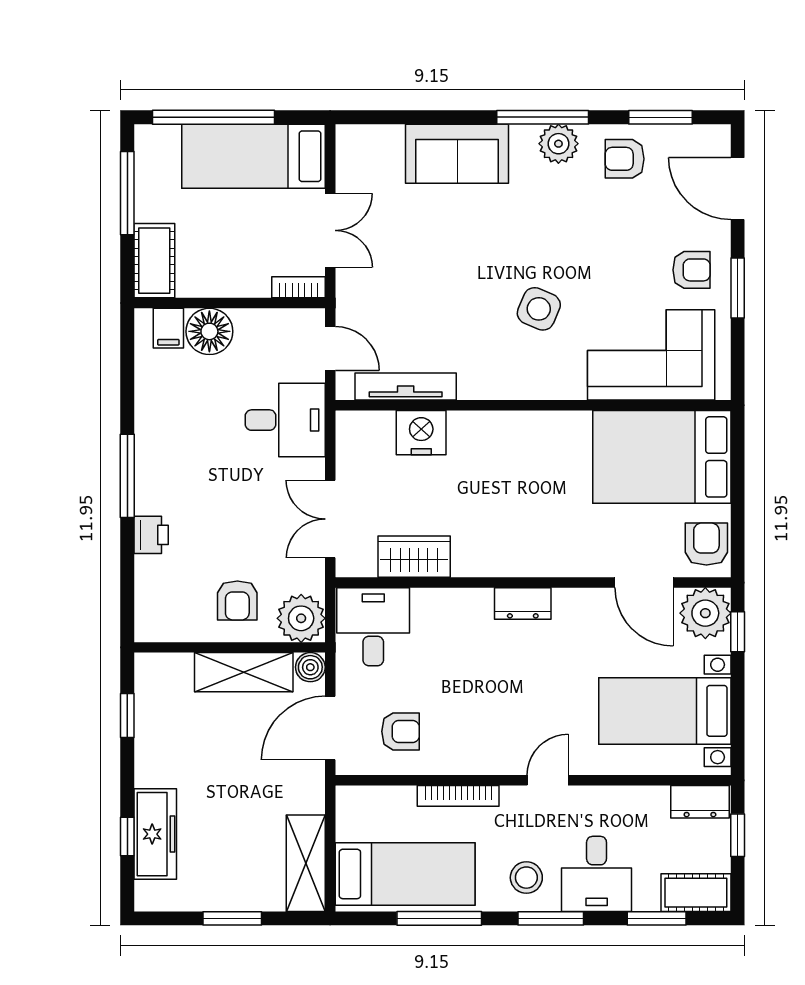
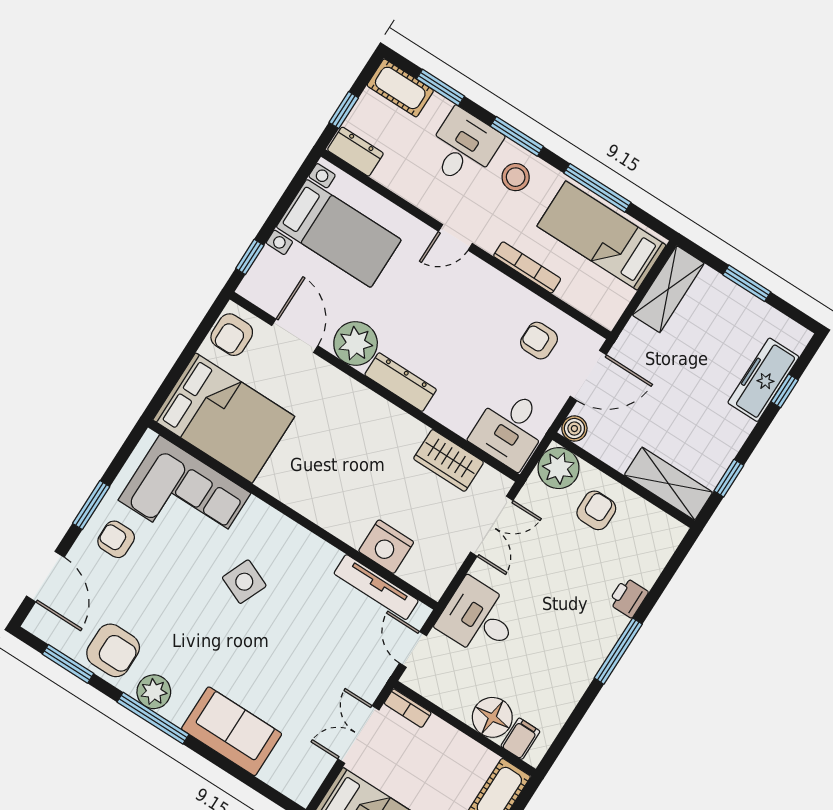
armchair: (625, 159) -> (113, 650), width x1.38, depth x1.38
dresser: (523, 604) -> (401, 382), width x1.44
plant: (705, 613) -> (356, 343), moved
shelving: (244, 672) -> (668, 484), moved

